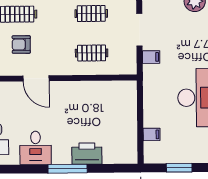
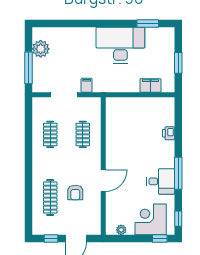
filing cabinet: (152, 134) -> (151, 85), width x2.00
printer: (87, 153) -> (169, 133), width x0.53, depth x0.68
window: (68, 169) -> (178, 173), moved

